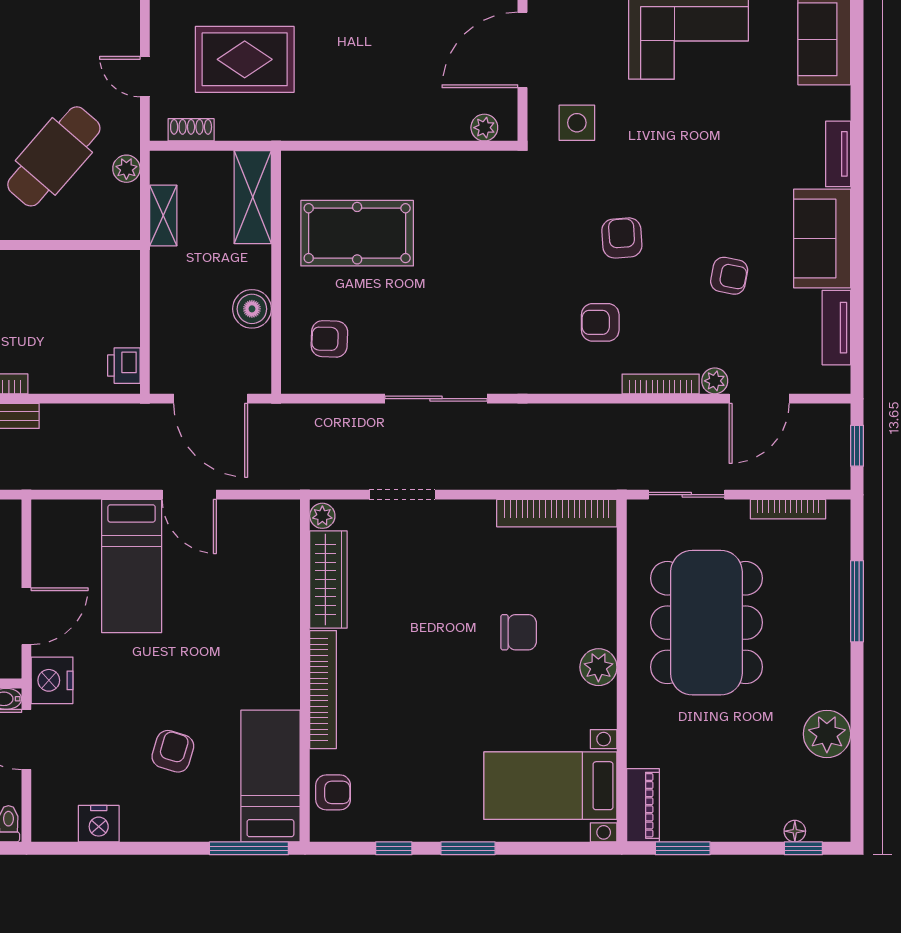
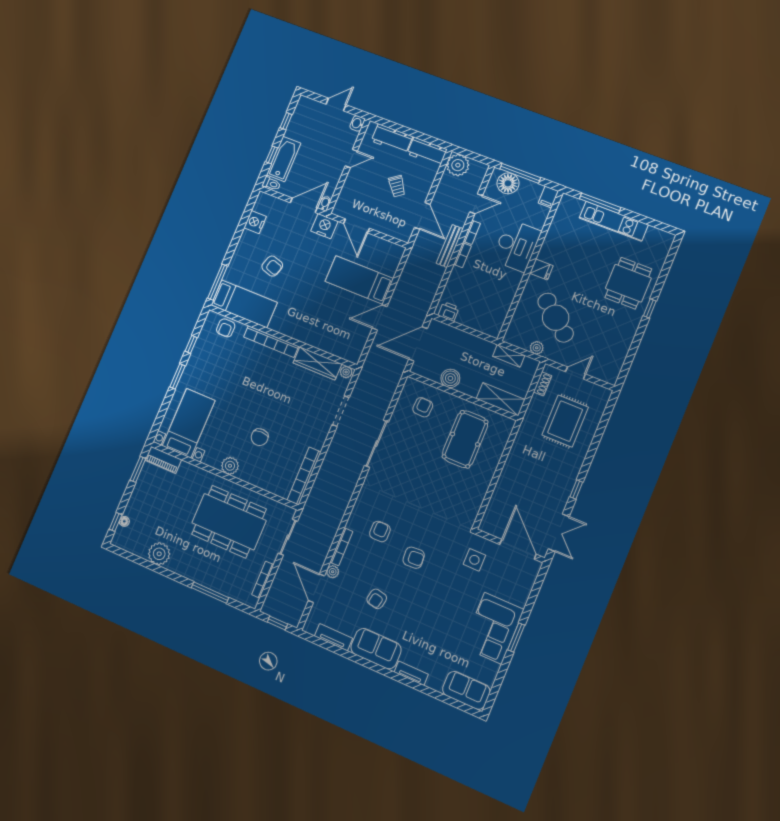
plant: (484, 128) -> (489, 517), removed

